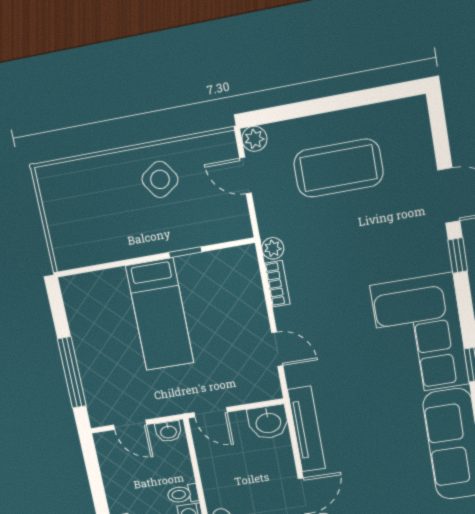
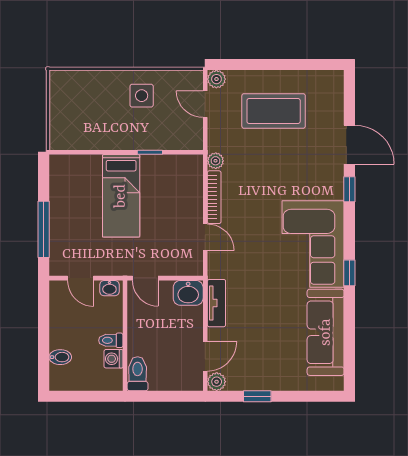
side table: (160, 179) -> (142, 96), turned 34
bookcase: (277, 284) -> (214, 197), width x1.56
tv unit: (306, 429) -> (216, 303), width x0.71

